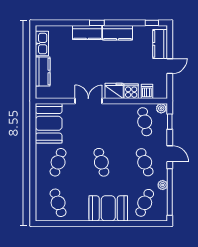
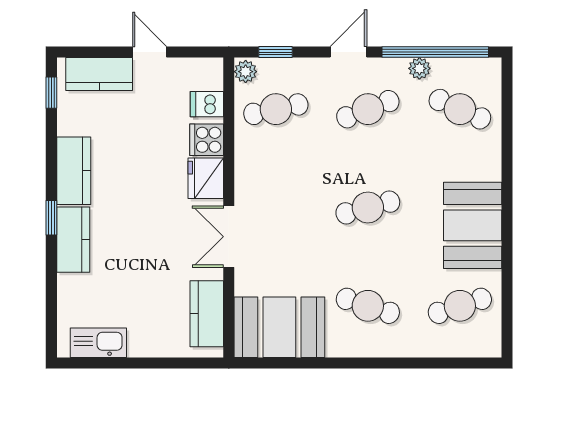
kitchen counter: (43, 71) -> (207, 314), moved, turned -90
booth: (108, 208) -> (473, 225), moved

